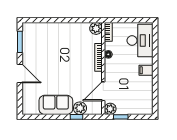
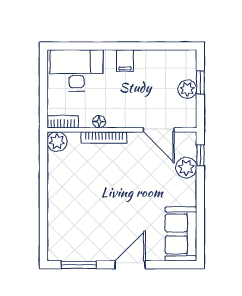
sofa: (56, 105) -> (181, 234), moved
plant: (110, 109) -> (187, 89), moved
window: (76, 117) -> (200, 155), moved
window: (121, 117) -> (200, 83), moved

